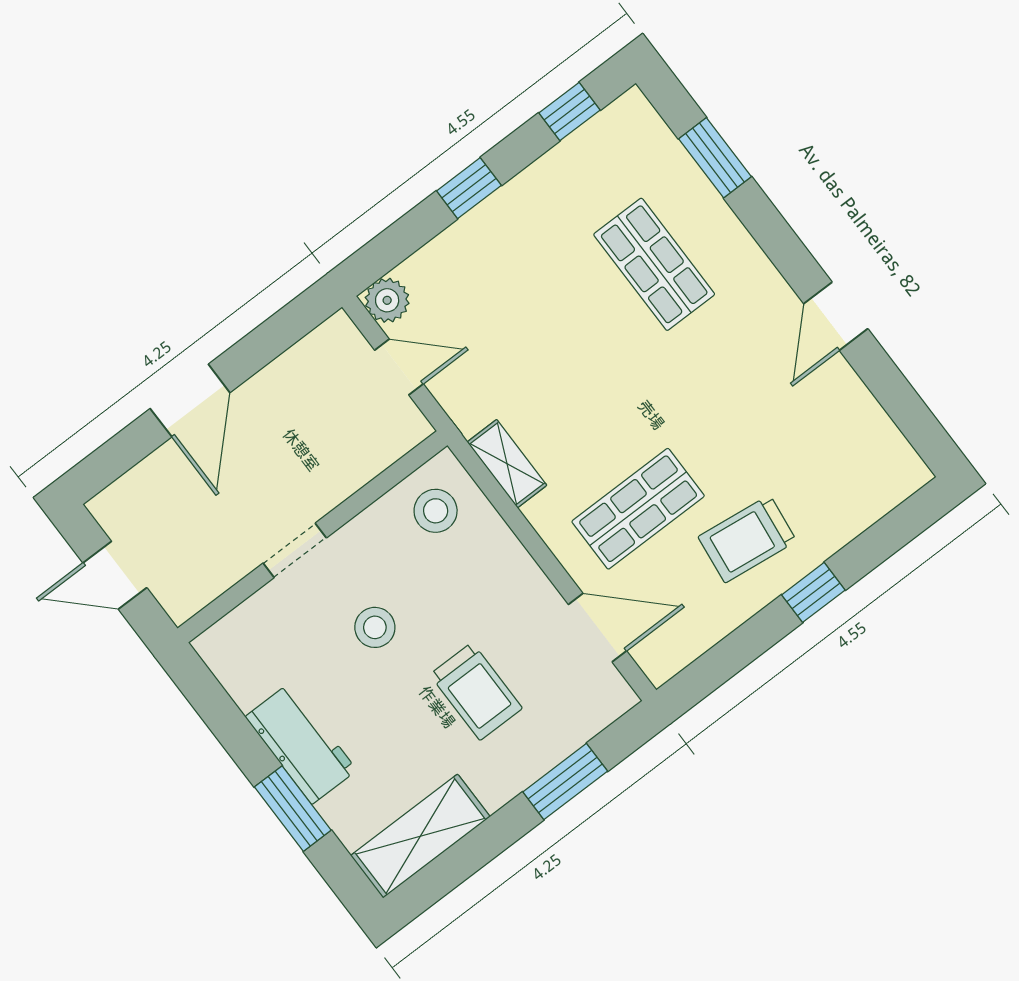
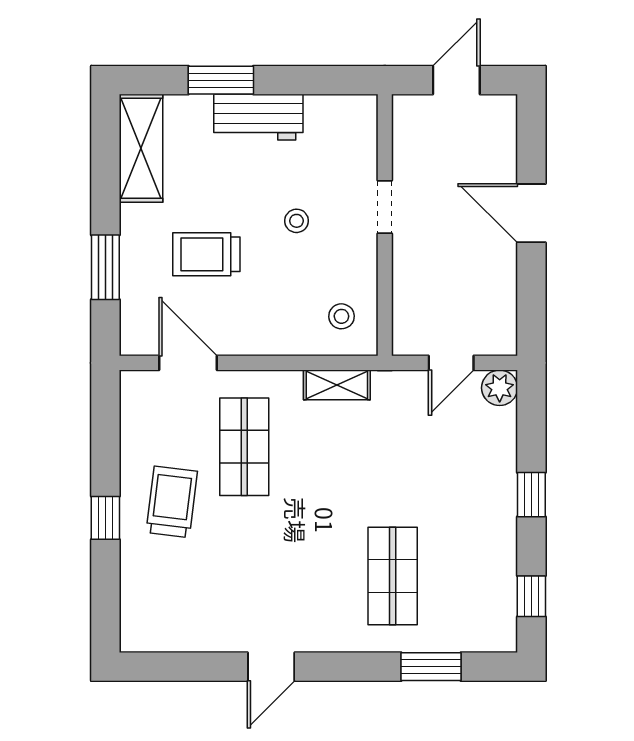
shop shelf: (654, 264) -> (393, 576), turned 90
door: (836, 316) -> (271, 667), swing flipped
stool: (436, 511) -> (341, 316), width x0.73, depth x0.73
stool: (375, 627) -> (297, 221), width x0.73, depth x0.73
door: (598, 628) -> (188, 363), swing flipped

